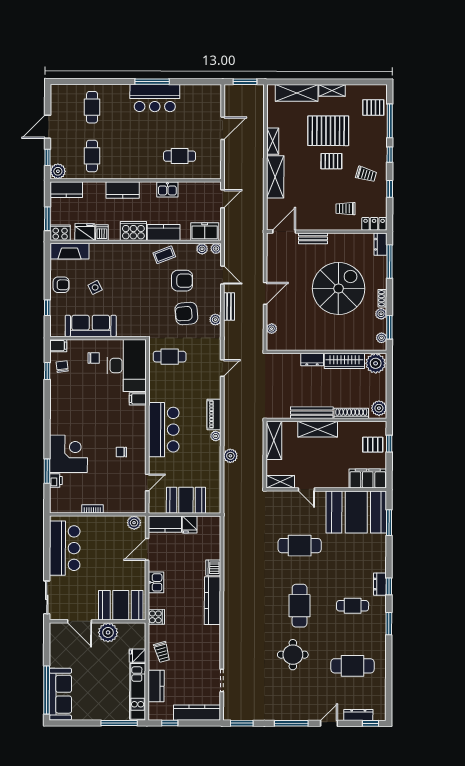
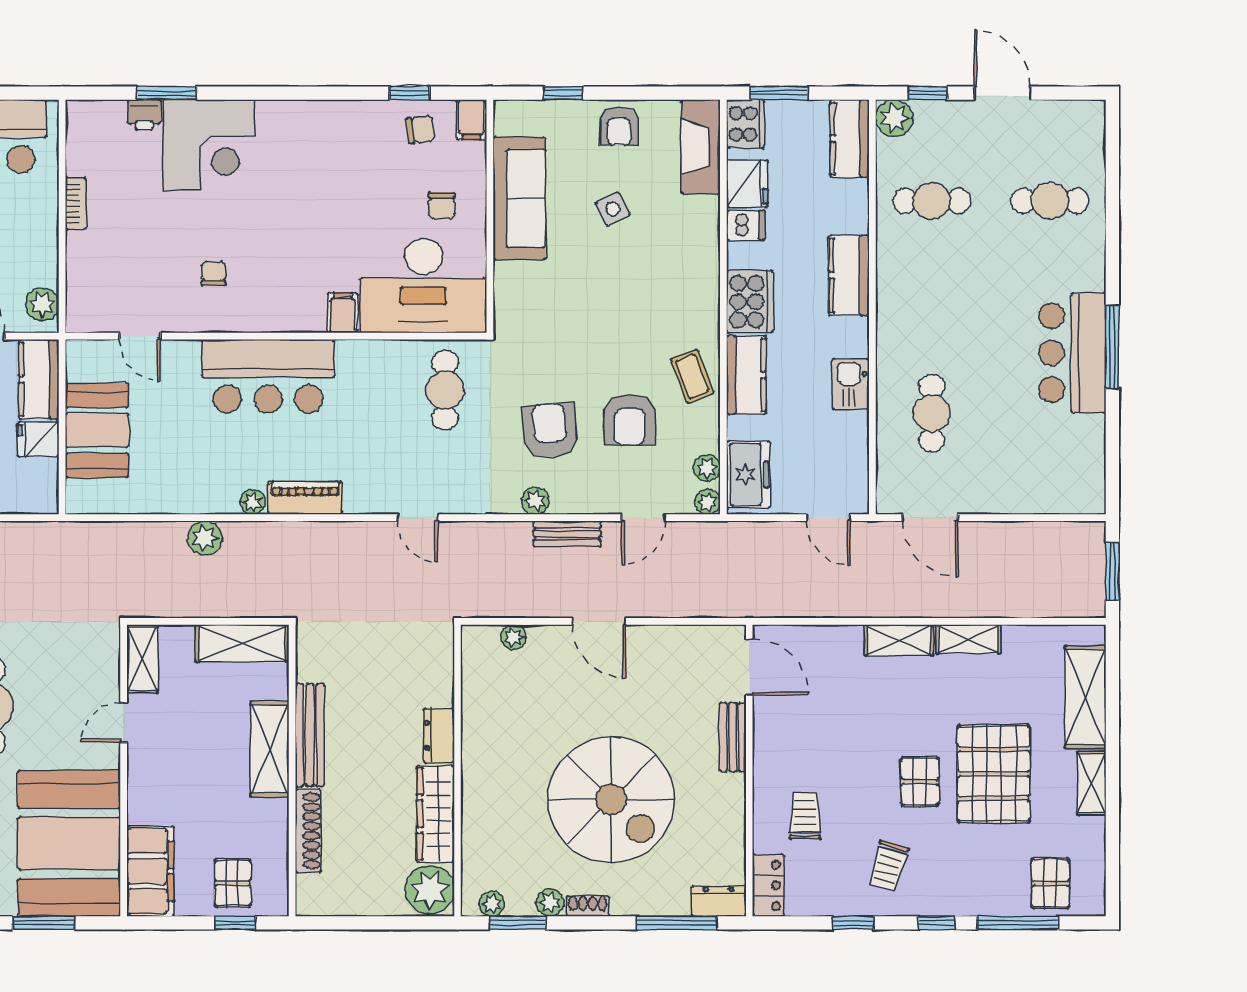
door: (223, 128) -> (930, 518), moved
shelving: (275, 177) -> (899, 640), width x0.67, depth x0.75
plant: (379, 408) -> (321, 898), removed

